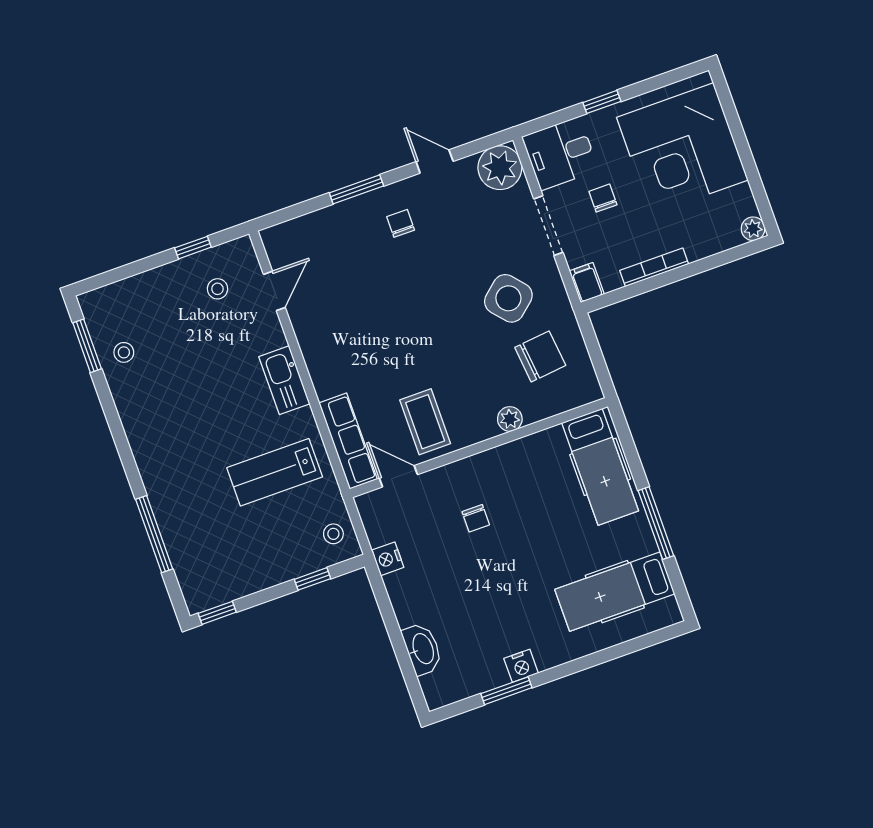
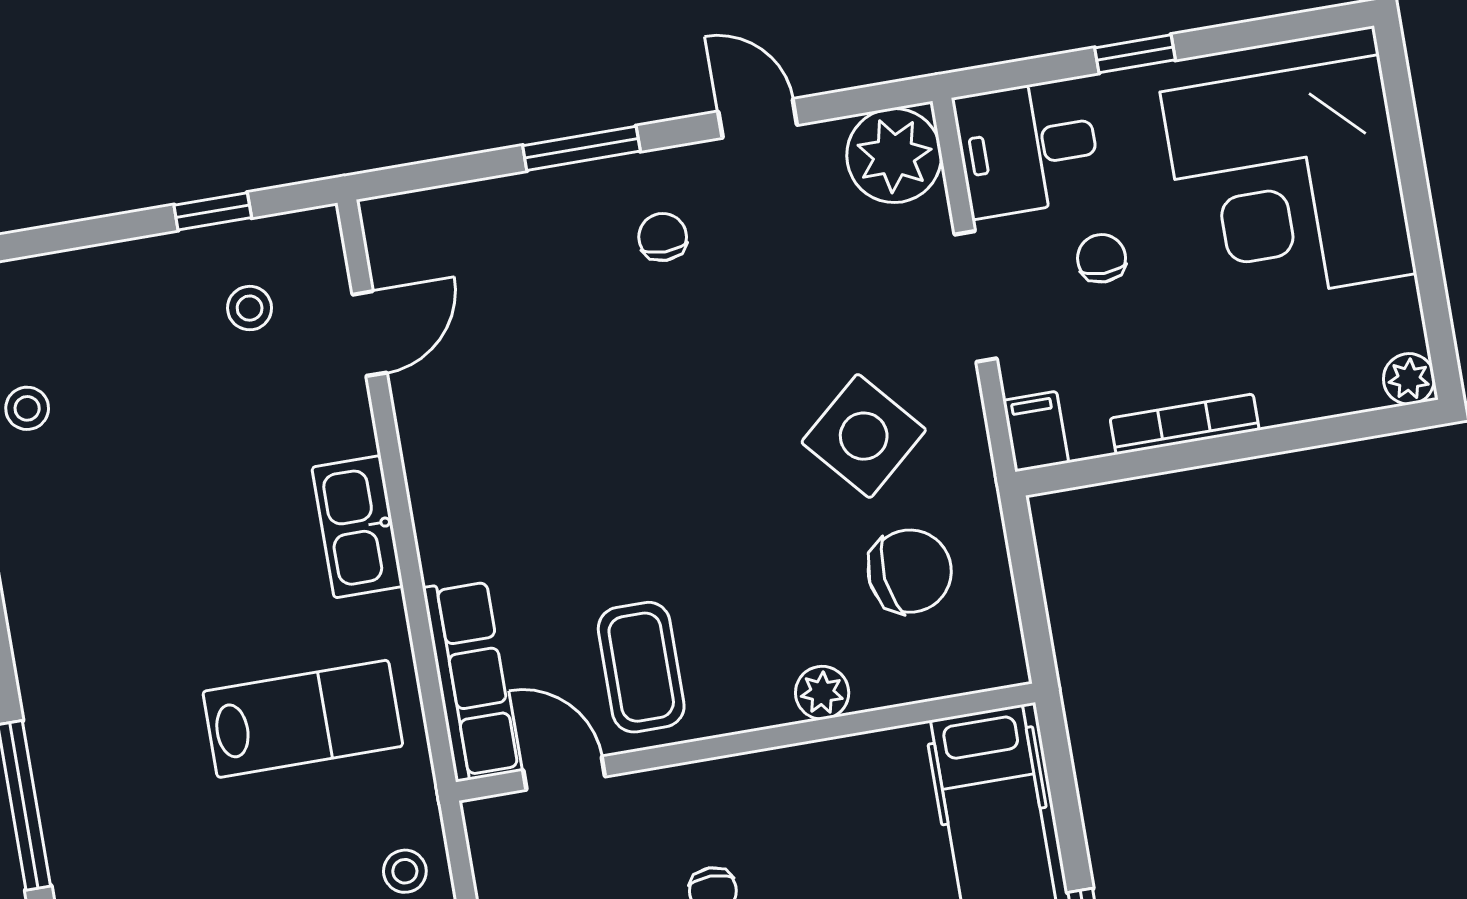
lab bench: (275, 472) -> (303, 719), turned 180

